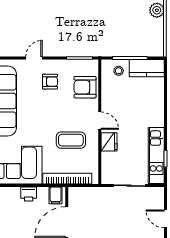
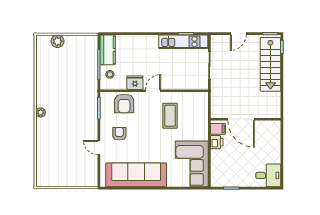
fridge: (109, 142) -> (135, 83), moved
bookcase: (67, 179) -> (203, 119), removed
printer: (29, 194) -> (217, 142), moved

